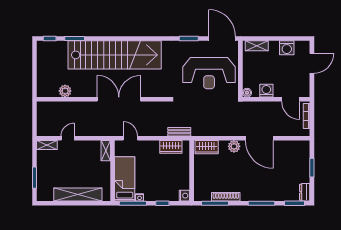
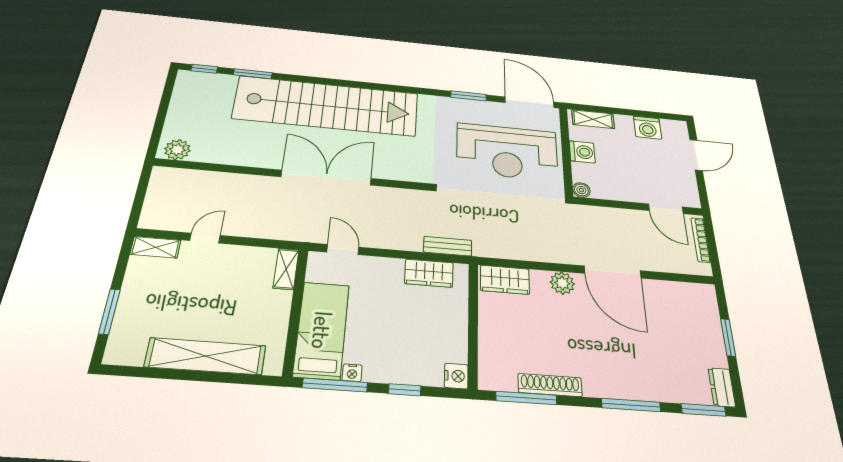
plant: (65, 91) -> (177, 150), moved
washing machine: (266, 91) -> (582, 152), moved, turned 90

